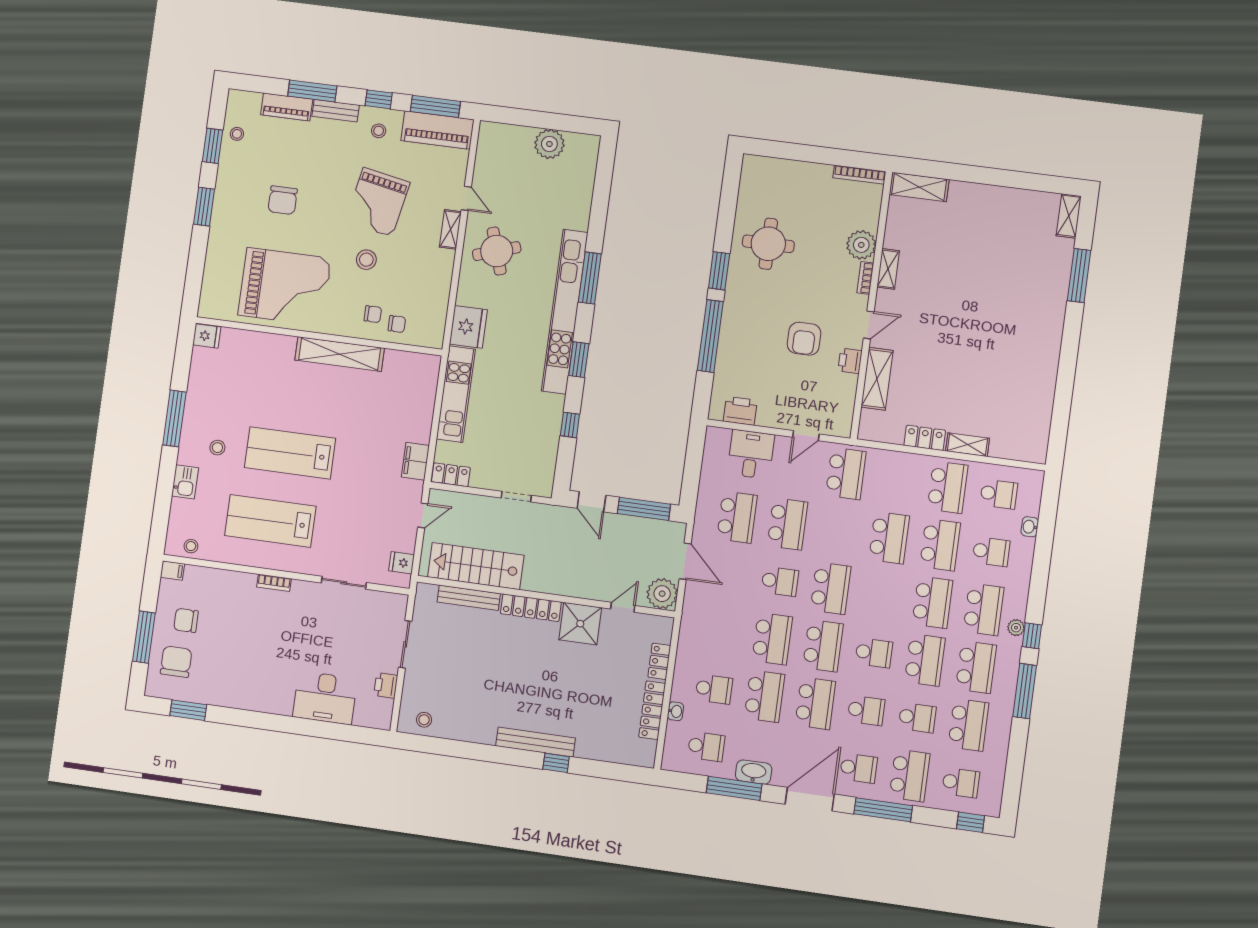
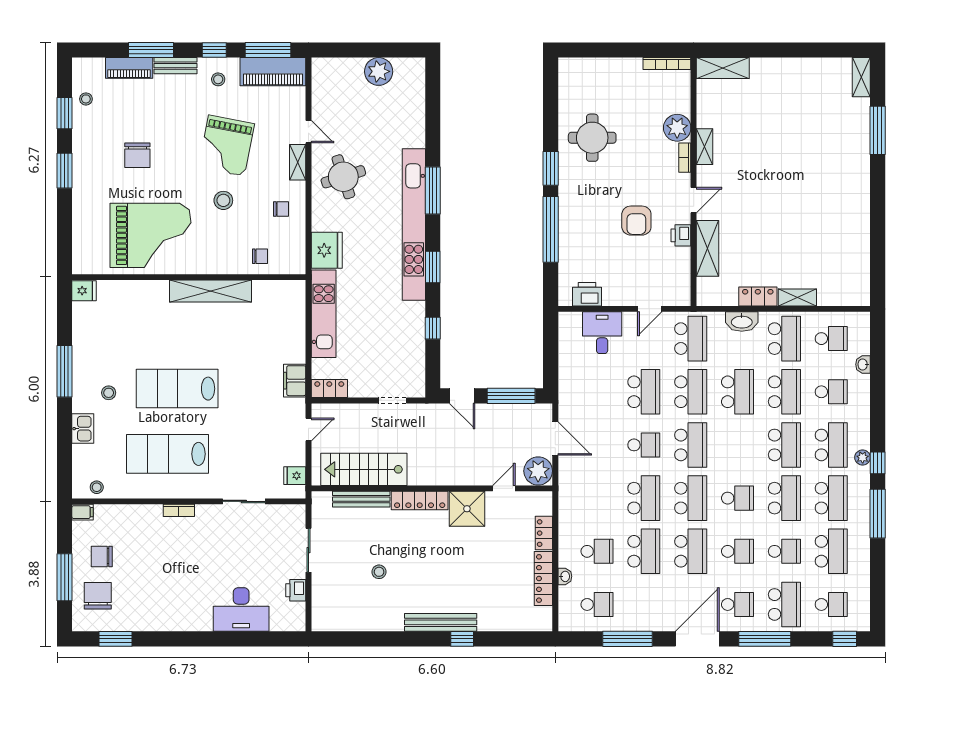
chair: (373, 314) -> (281, 209), moved
school desk: (737, 517) -> (691, 392), moved
stool: (424, 720) -> (379, 572), moved
washbasin: (754, 772) -> (742, 322), moved, turned 180

